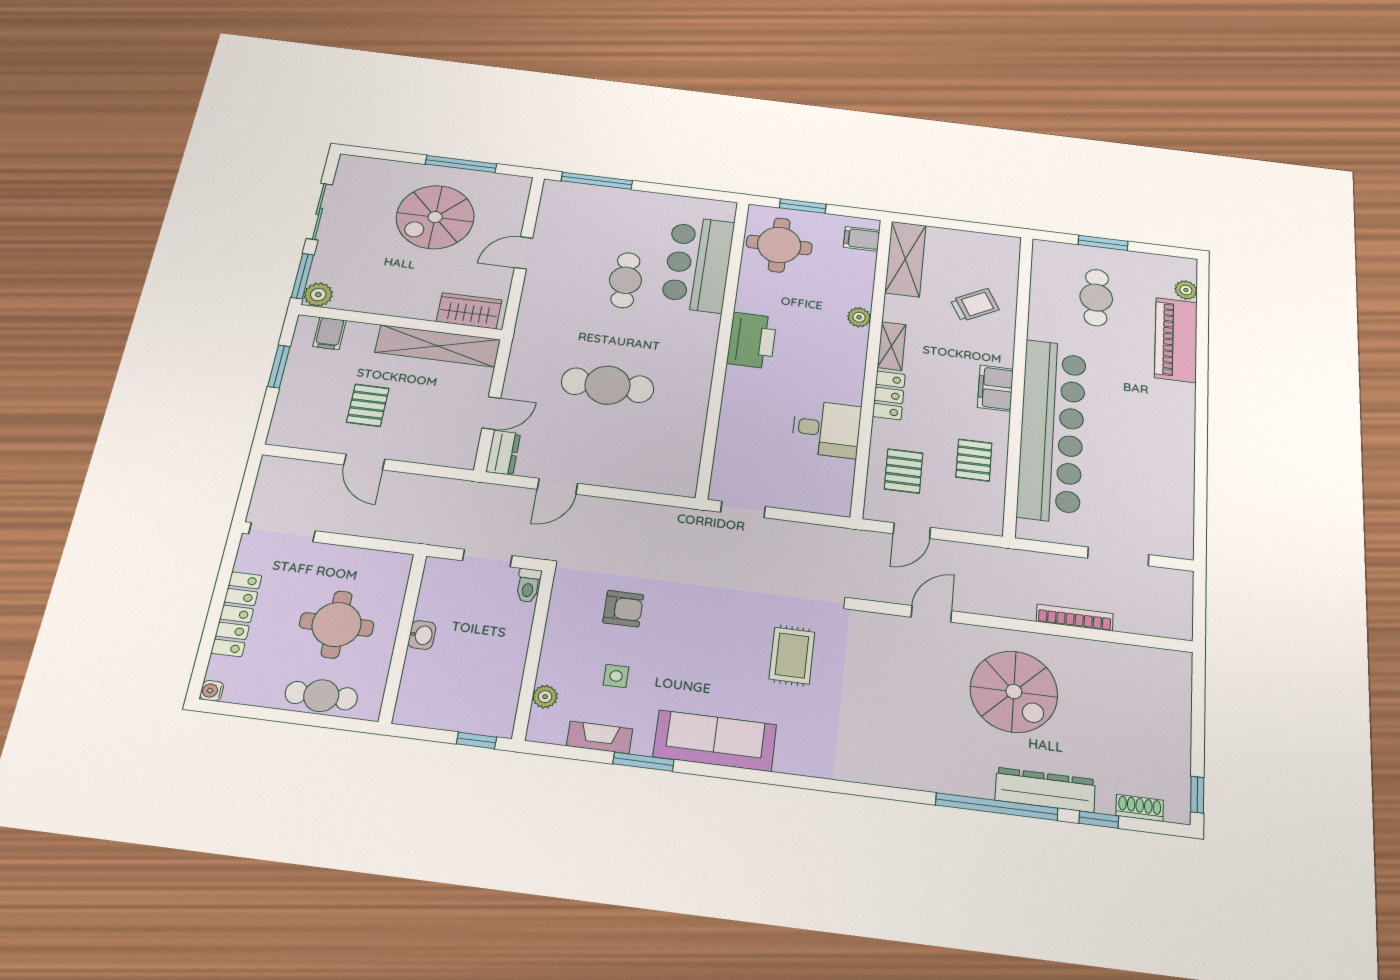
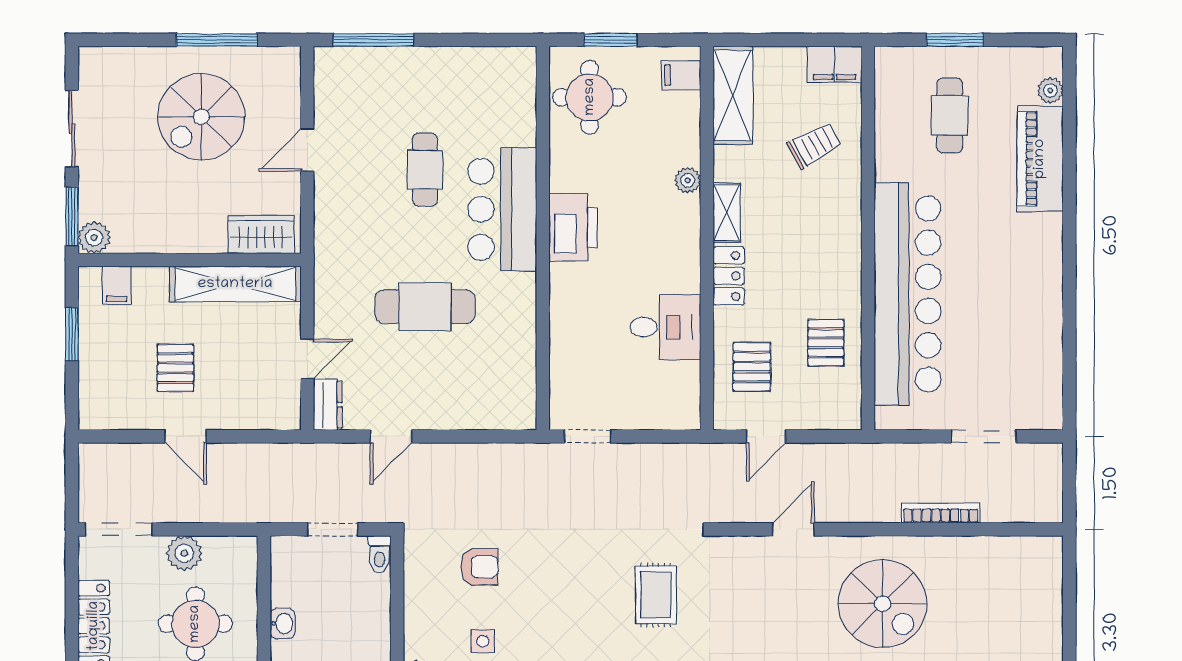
bar counter: (698, 264) -> (502, 209), moved
filing cabinet: (995, 388) -> (835, 64), moved, turned -90
plant: (340, 561) -> (184, 553), added

